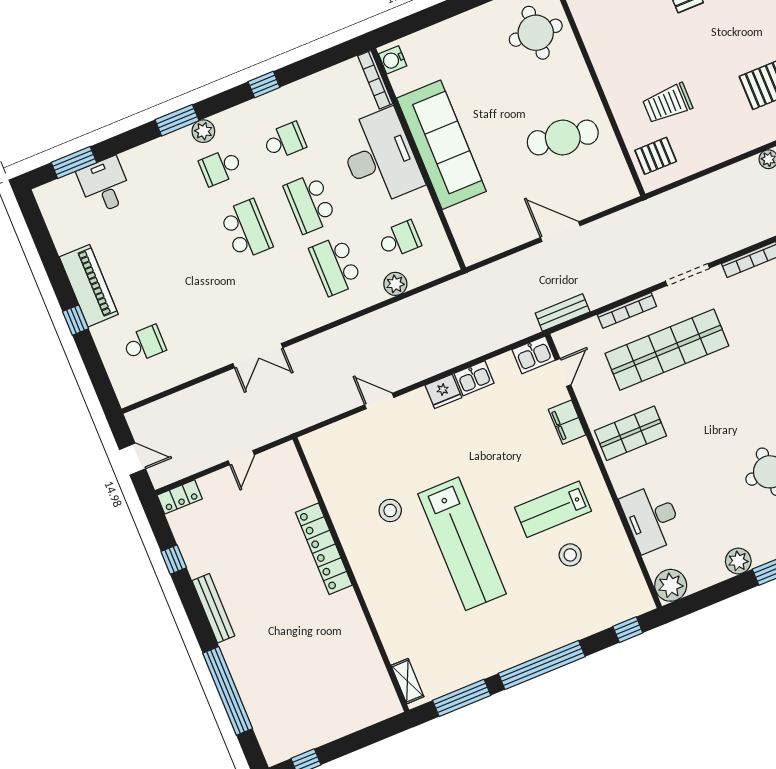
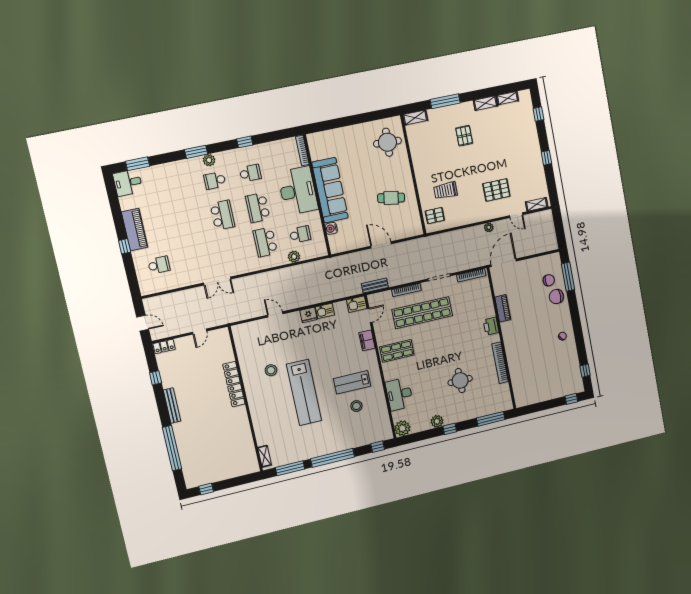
water cooler: (393, 60) -> (331, 228), moved
cafe table: (563, 137) -> (391, 198), width x0.73, depth x0.74
desk: (105, 185) -> (128, 183), moved, turned -90

